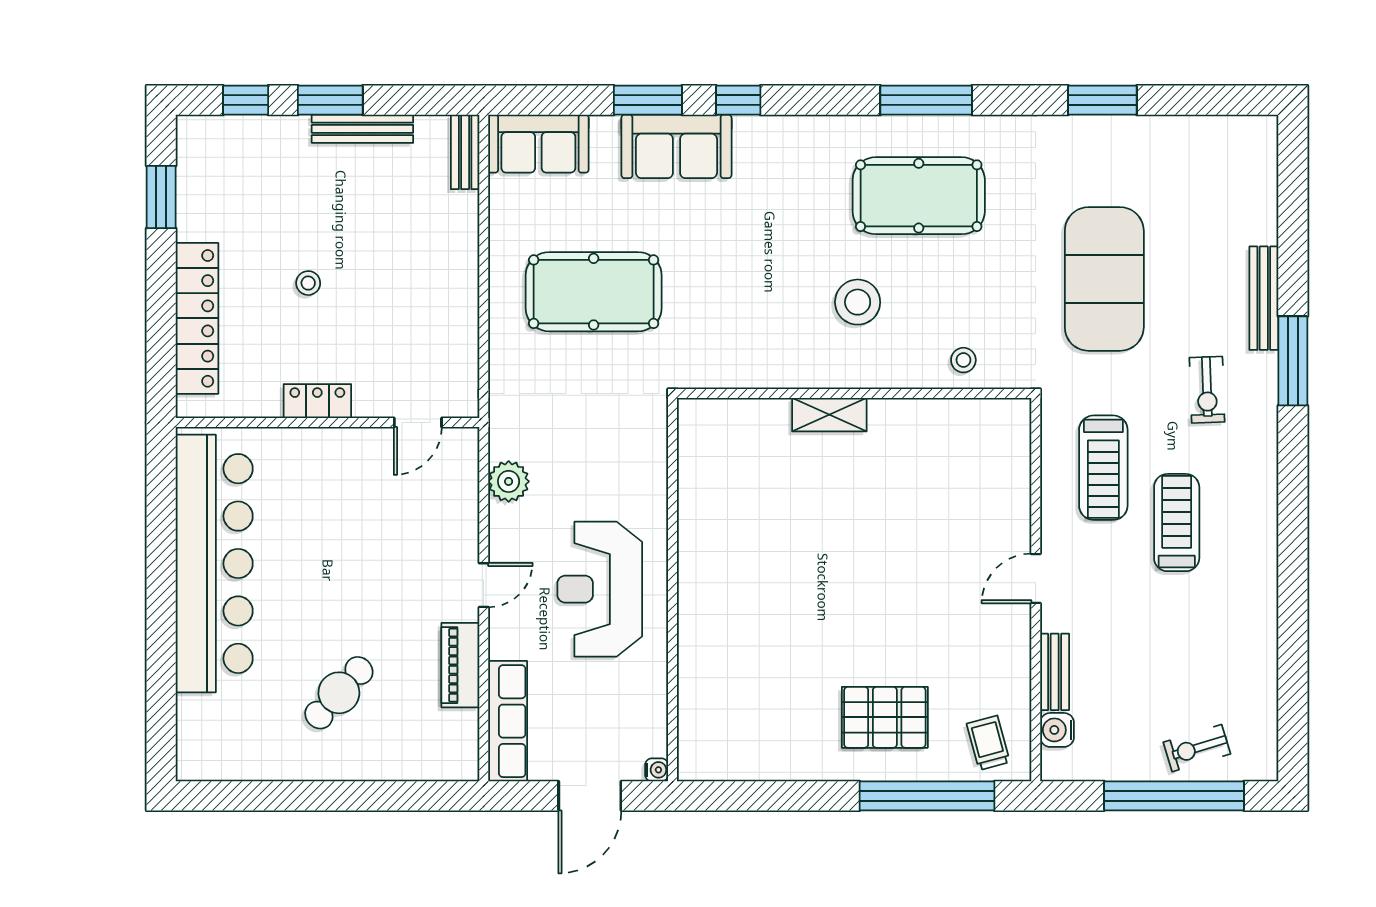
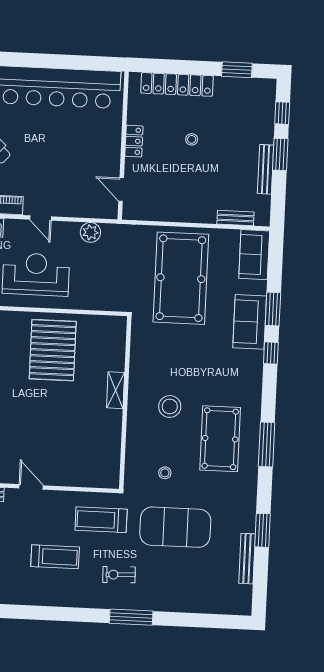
bench: (465, 152) -> (235, 218), moved
pool table: (594, 292) -> (181, 278), width x1.36, depth x1.32
bench: (1264, 298) -> (247, 559), moved, turned 90
stool: (963, 360) -> (165, 473), moved
treadmill: (1103, 468) -> (101, 520), moved
pallet: (753, 547) -> (53, 350), added

